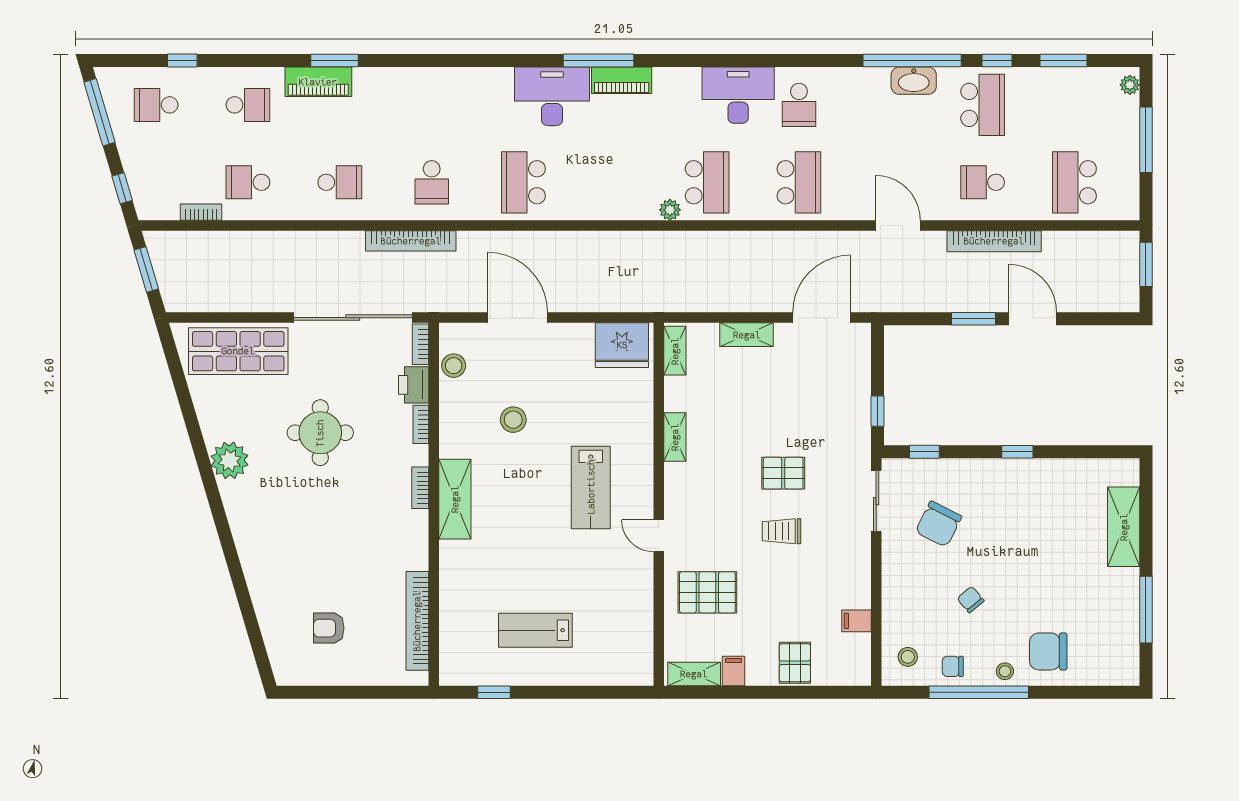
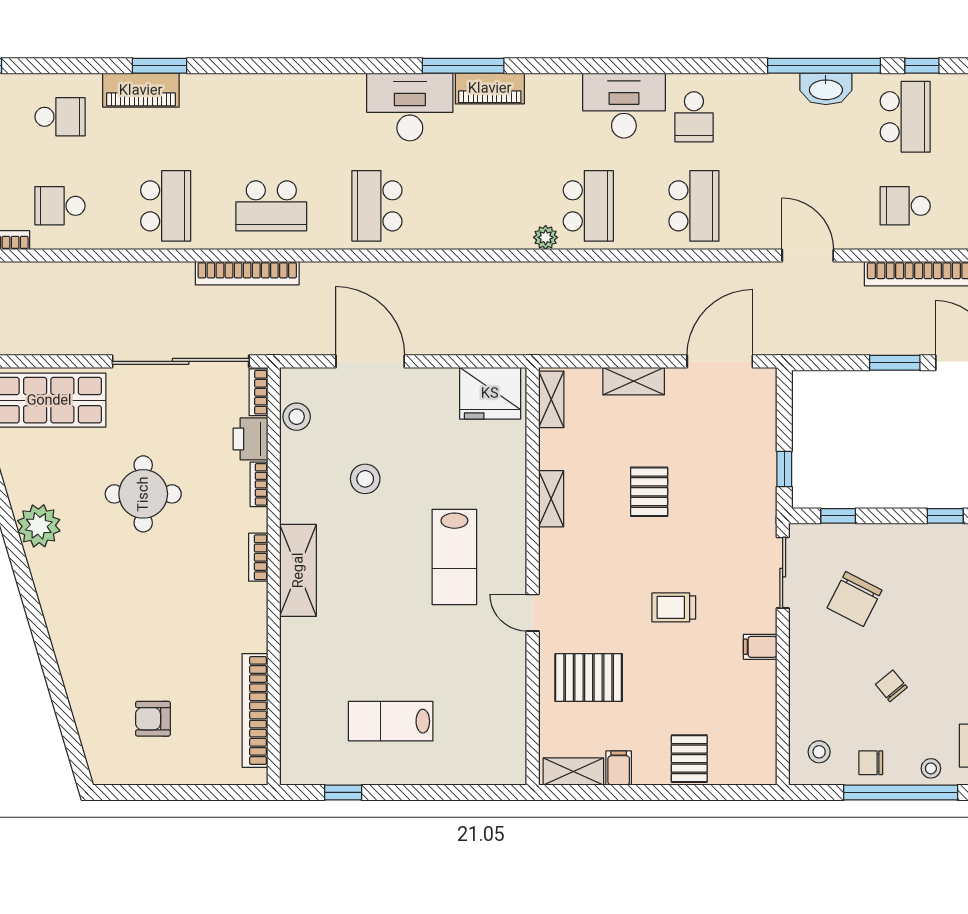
school desk: (340, 182) -> (166, 206), width x1.85
school desk: (432, 182) -> (271, 206), width x1.85
pallet: (783, 473) -> (649, 492), moved, turned 90
filing cabinet: (856, 621) -> (760, 647), moved

